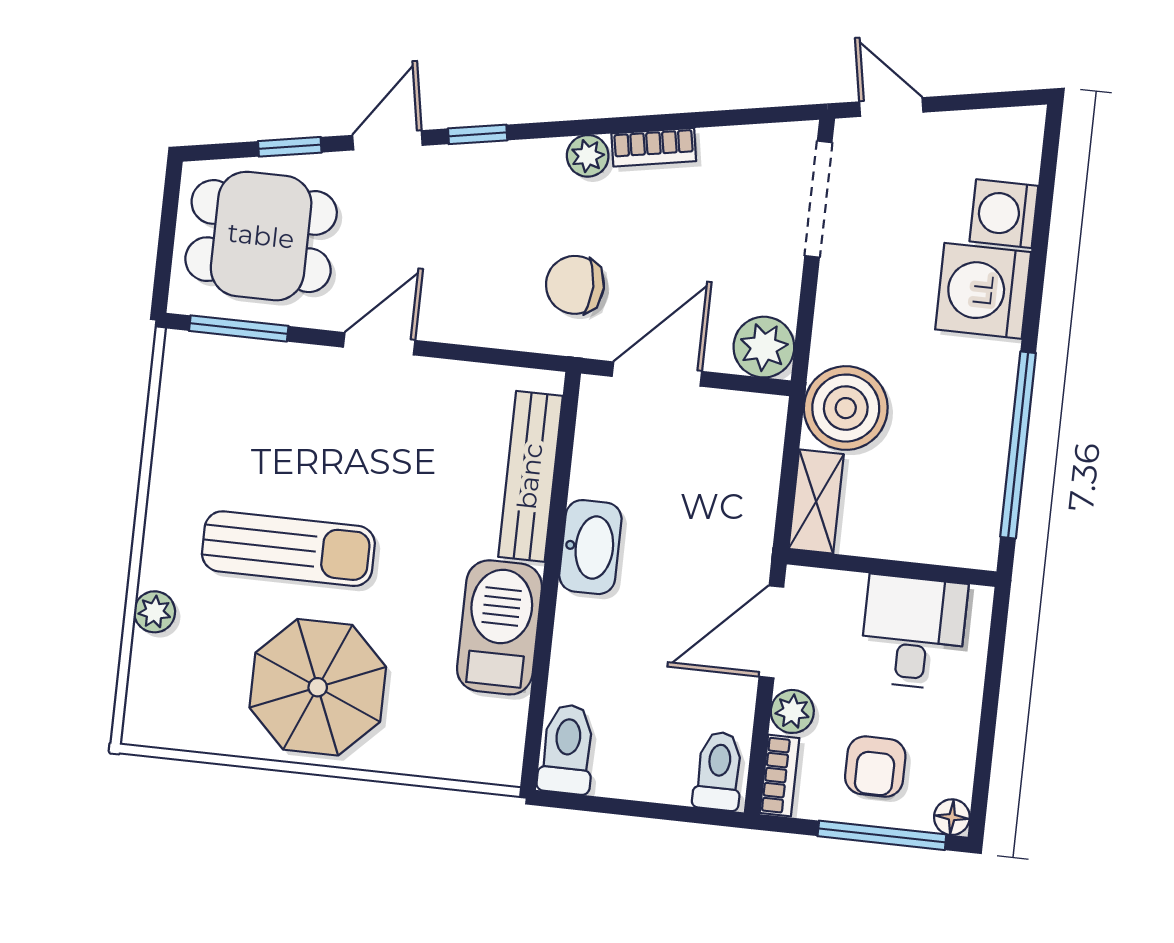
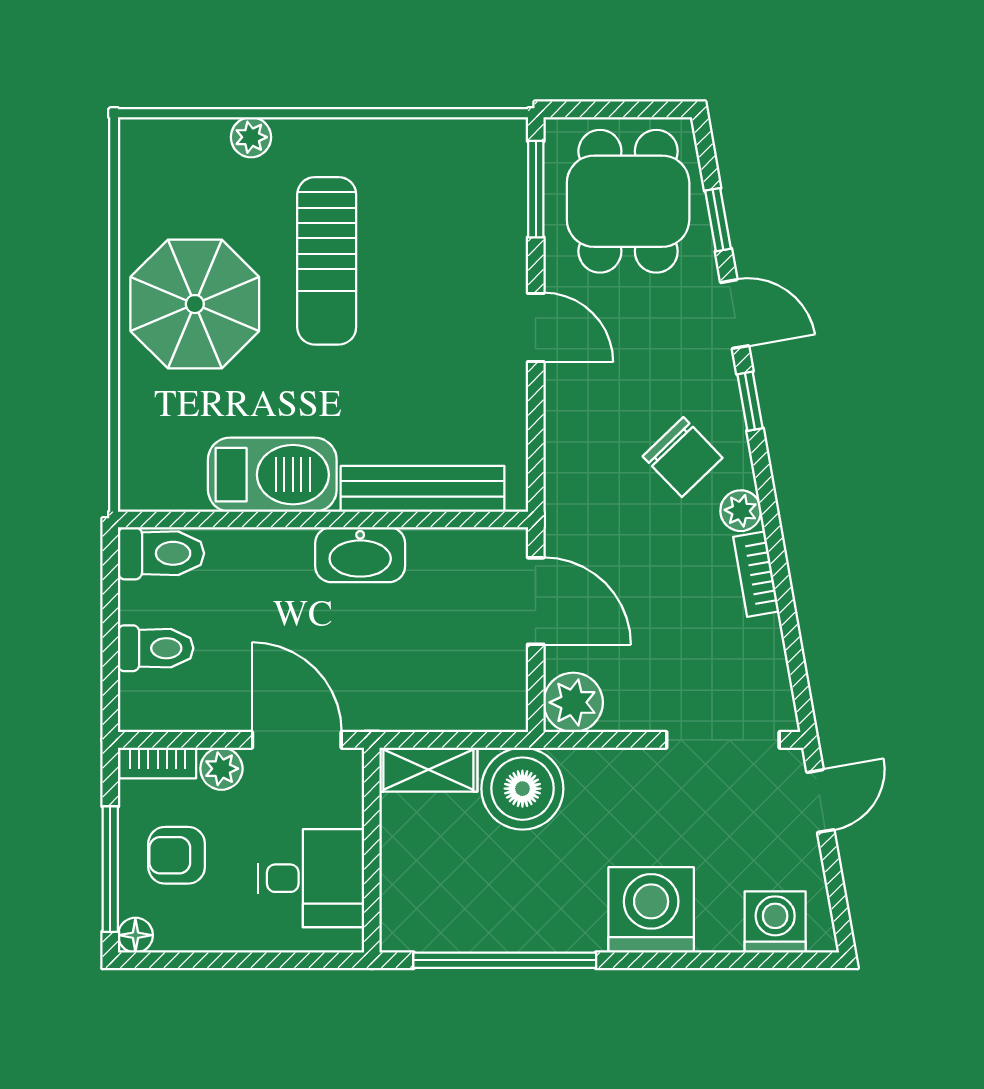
washing machine: (1004, 214) -> (775, 922), moved
chair: (575, 285) -> (683, 457), moved, turned 136
toilet: (719, 771) -> (156, 648), moved

